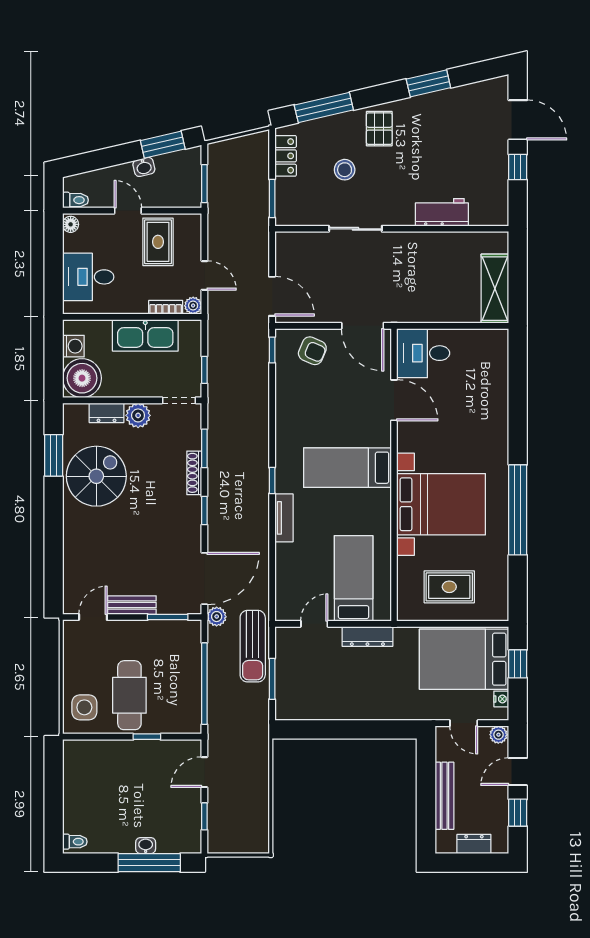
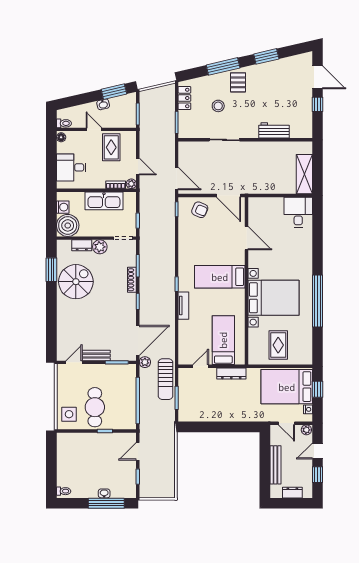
window: (324, 108) -> (223, 66), moved
desk: (423, 353) -> (298, 212), moved, turned 90
rug: (449, 587) -> (278, 345), turned 90

